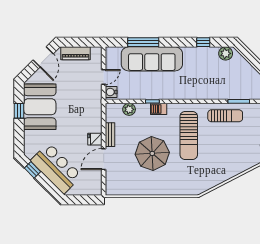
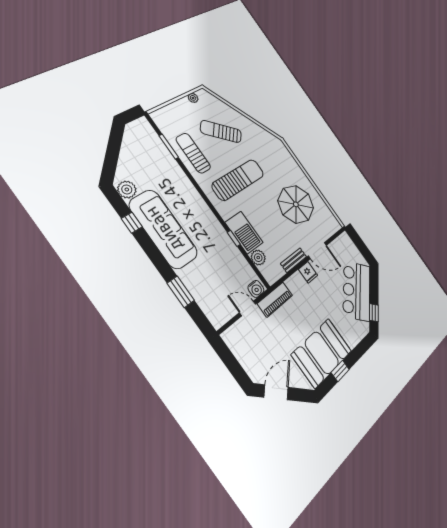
window: (143, 42) -> (181, 292), width x0.69
piano: (75, 53) -> (275, 299), moved, turned 90
sofa: (152, 59) -> (164, 229), moved
barbecue: (159, 109) -> (244, 232), width x1.88, depth x1.53
sun lounger: (230, 149) -> (221, 132), added
parasol: (152, 153) -> (296, 204), moved

